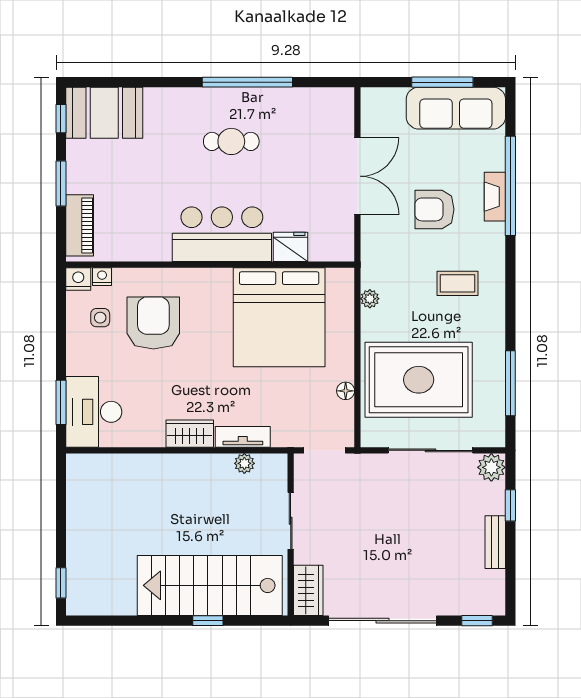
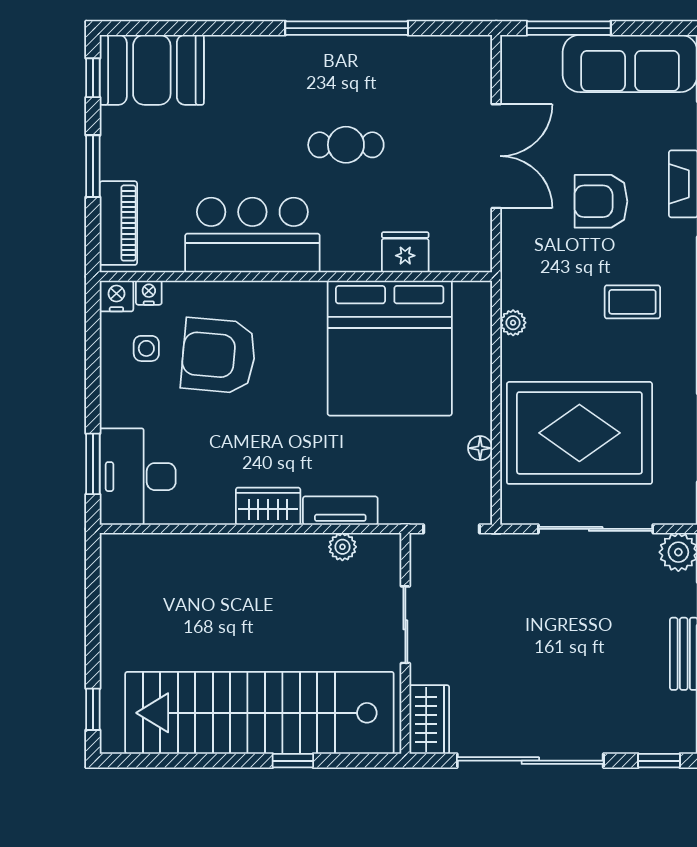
window: (442, 82) -> (569, 28), moved
cafe table: (231, 141) -> (346, 145), moved
bar counter: (222, 234) -> (252, 235), moved
armchair: (153, 323) -> (219, 356), turned -85
stairs: (210, 585) -> (259, 713), width x1.36

